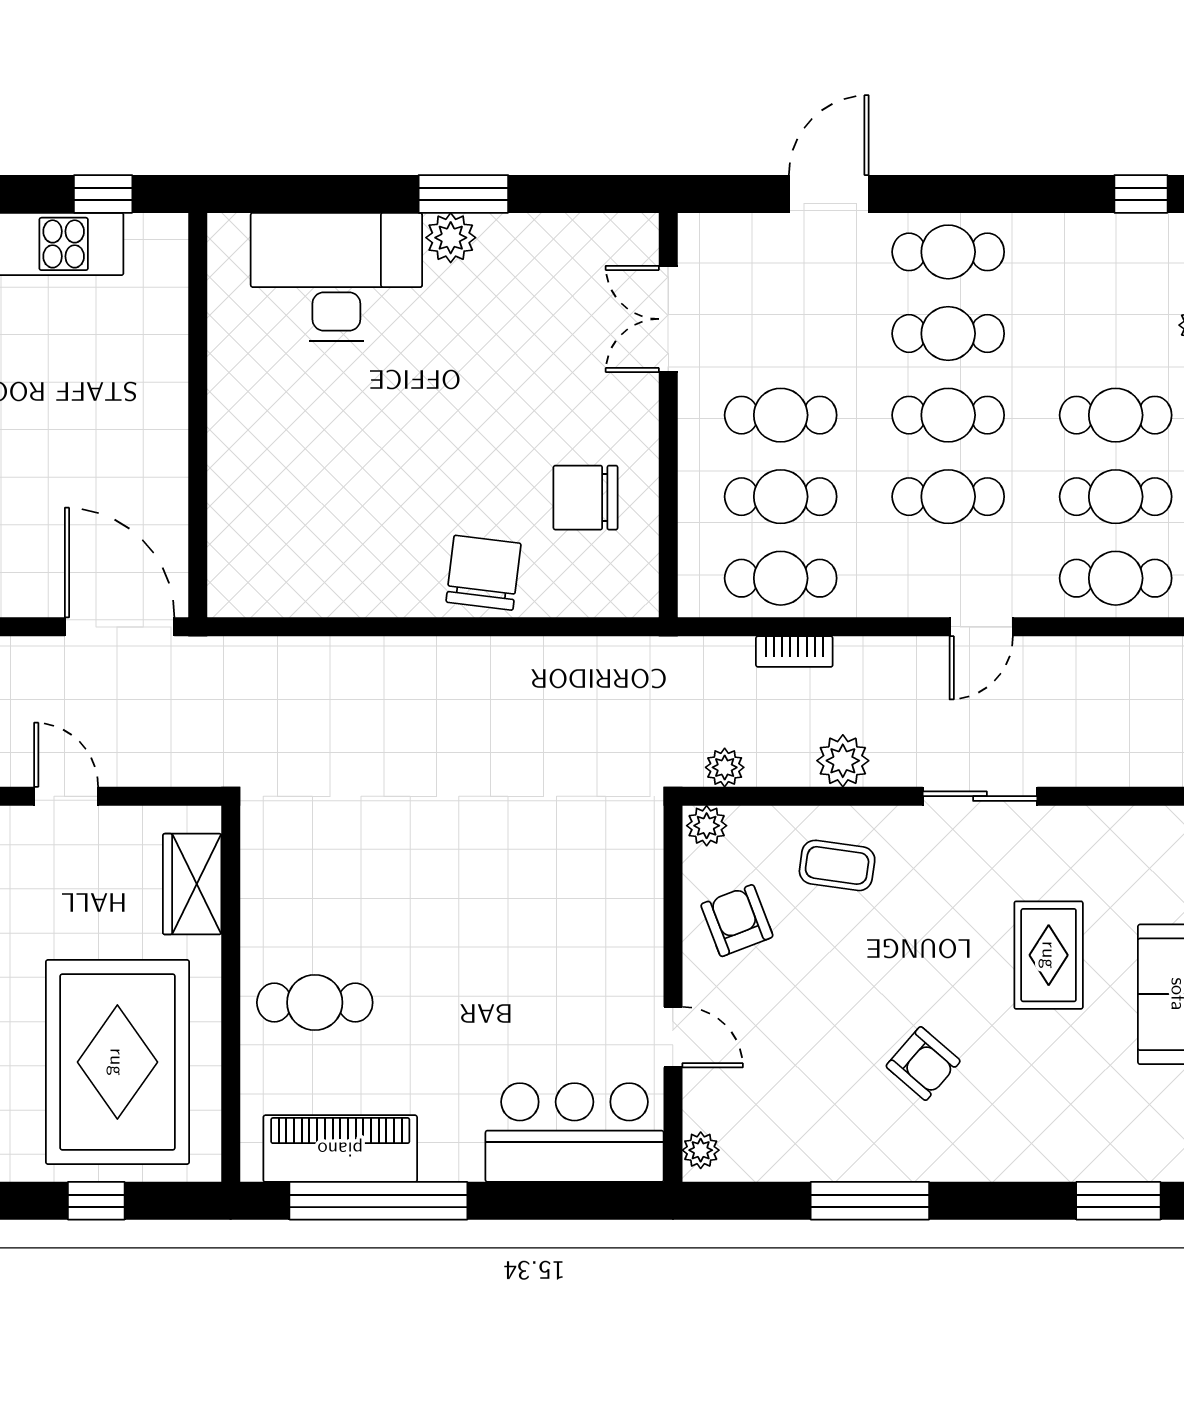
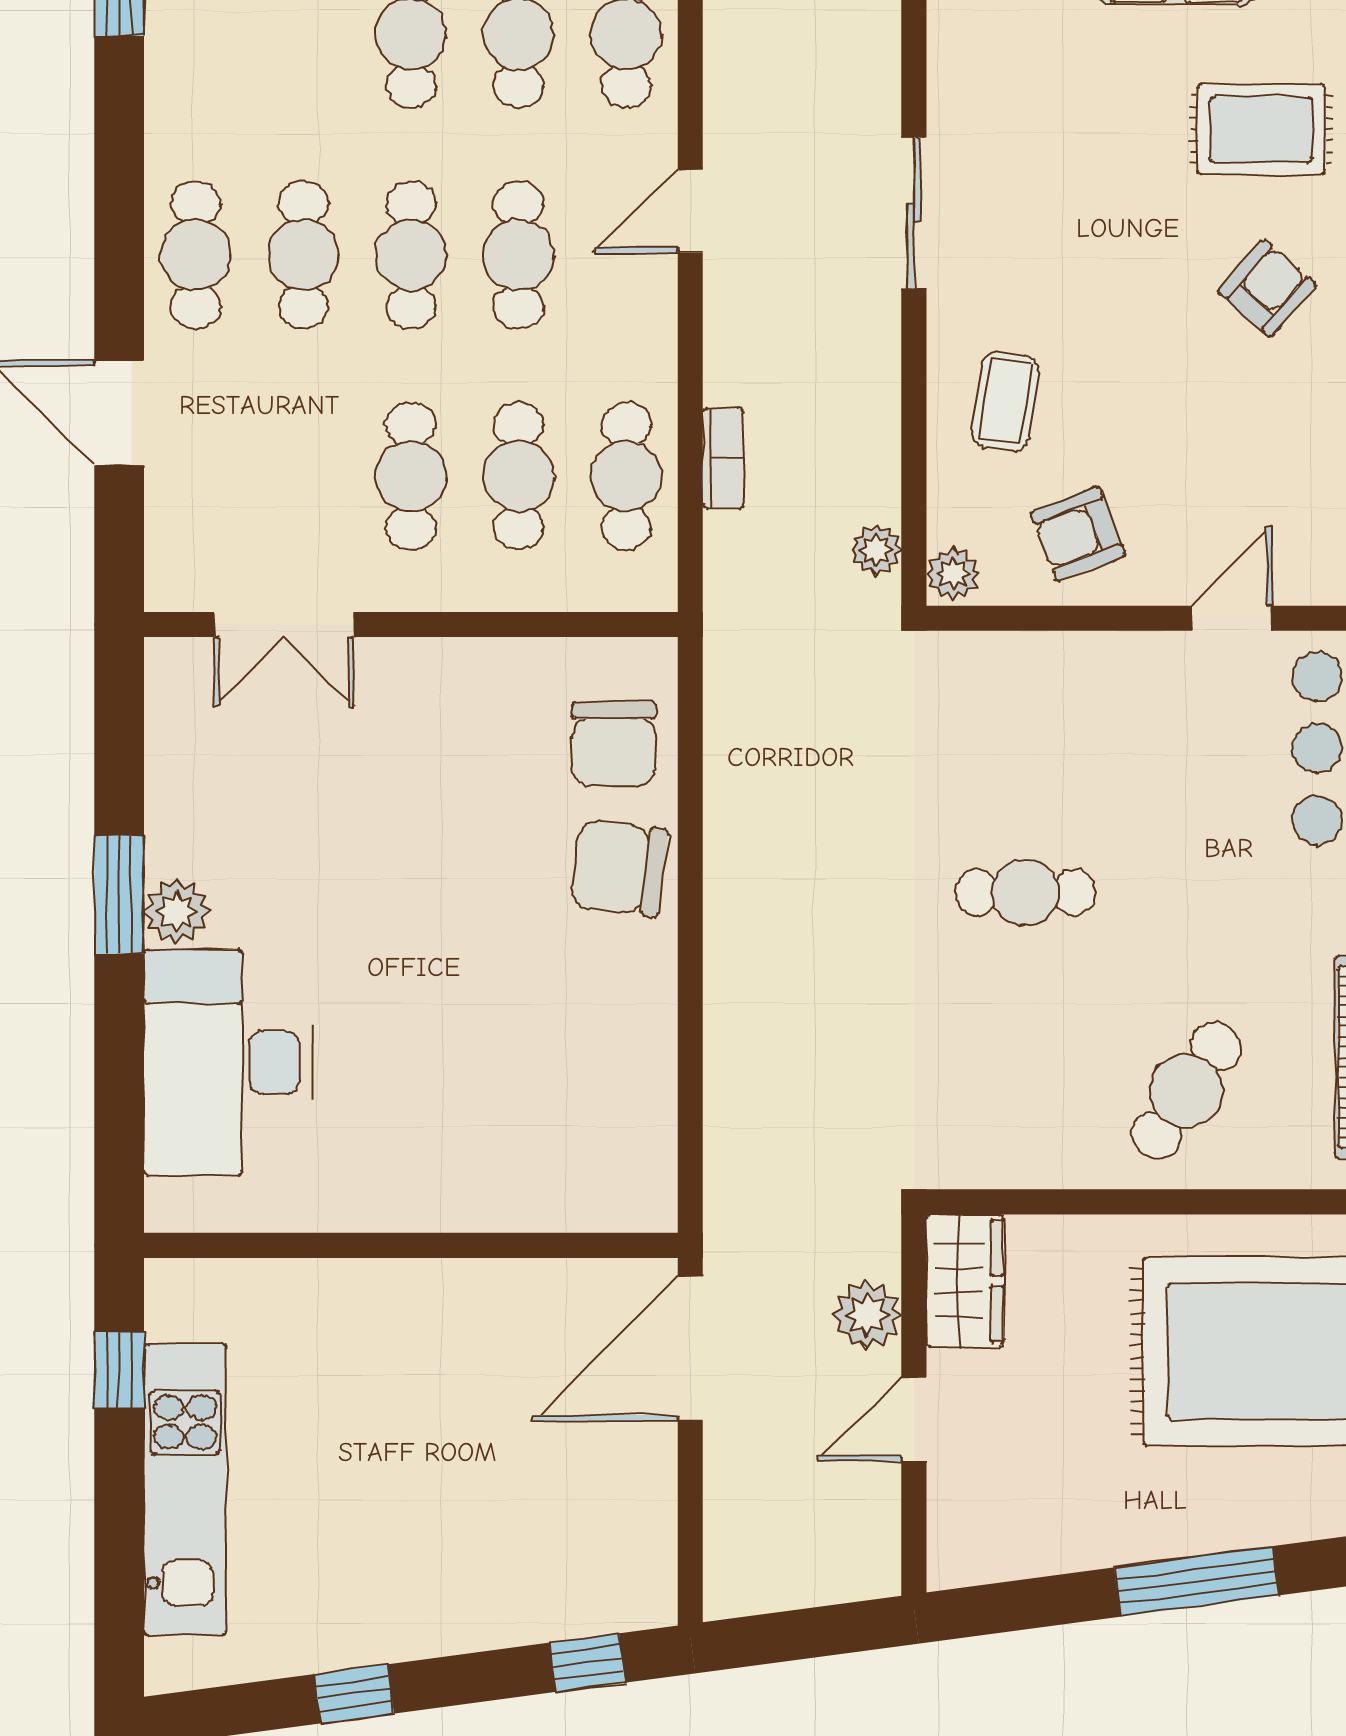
chair: (586, 498) -> (614, 744), moved
door: (981, 627) -> (690, 211), swing flipped
plant: (843, 761) -> (867, 1315), moved
cafe table: (465, 881) -> (1025, 892), added
wardrobe: (192, 884) -> (965, 1281), moved, turned -90
rug: (1049, 955) -> (1261, 129), moved
cafe table: (315, 1003) -> (1186, 1091), turned 34

